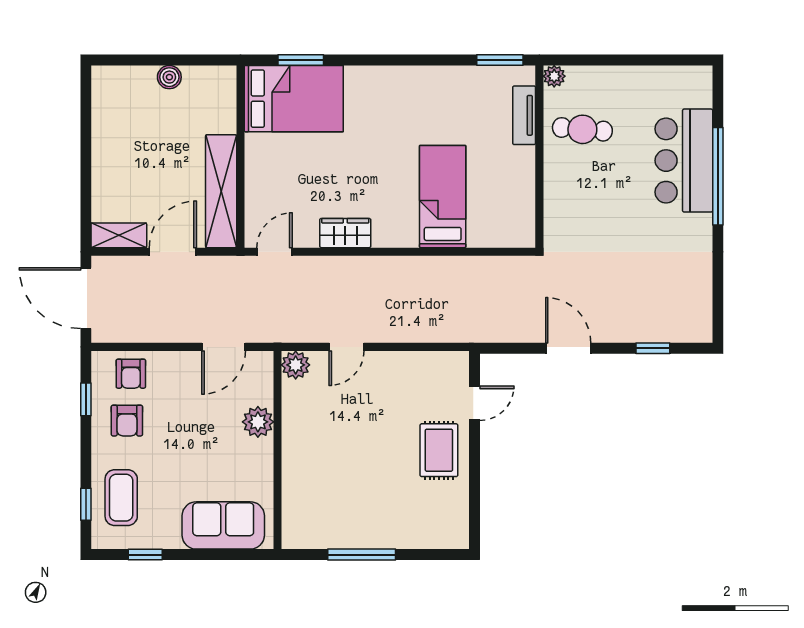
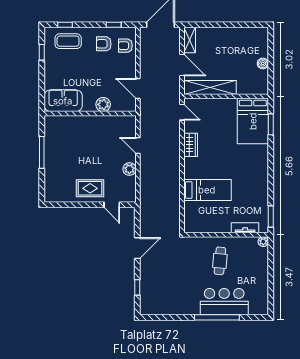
cafe table: (582, 129) -> (220, 261), moved
plant: (296, 365) -> (129, 169), moved
sofa: (223, 525) -> (63, 101), moved, turned -90

